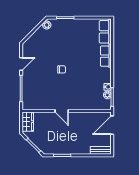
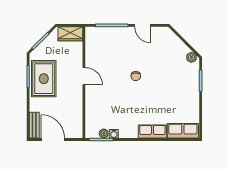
door: (62, 111) -> (84, 76), swing flipped
door: (112, 125) -> (53, 140), moved
rug: (64, 143) -> (44, 79), added

